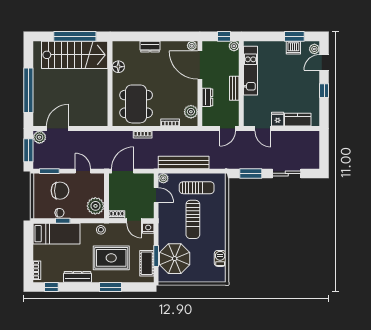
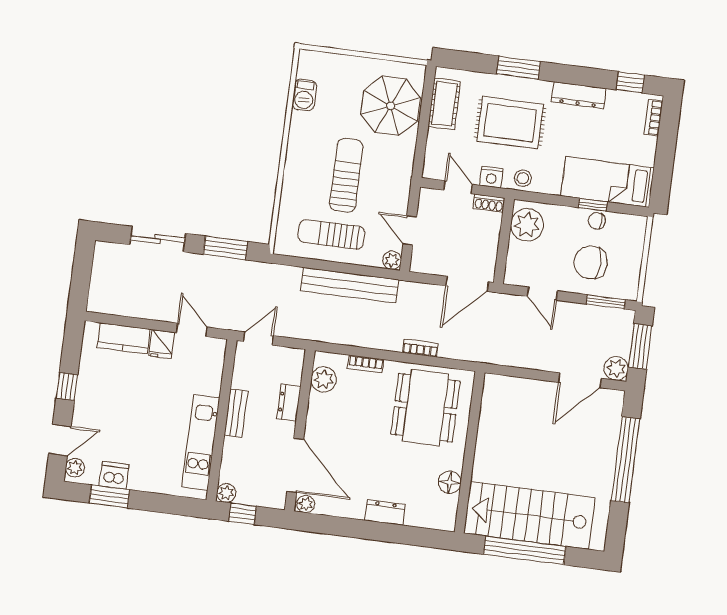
nightstand: (148, 228) -> (491, 177), moved
window: (156, 256) -> (425, 115), removed

